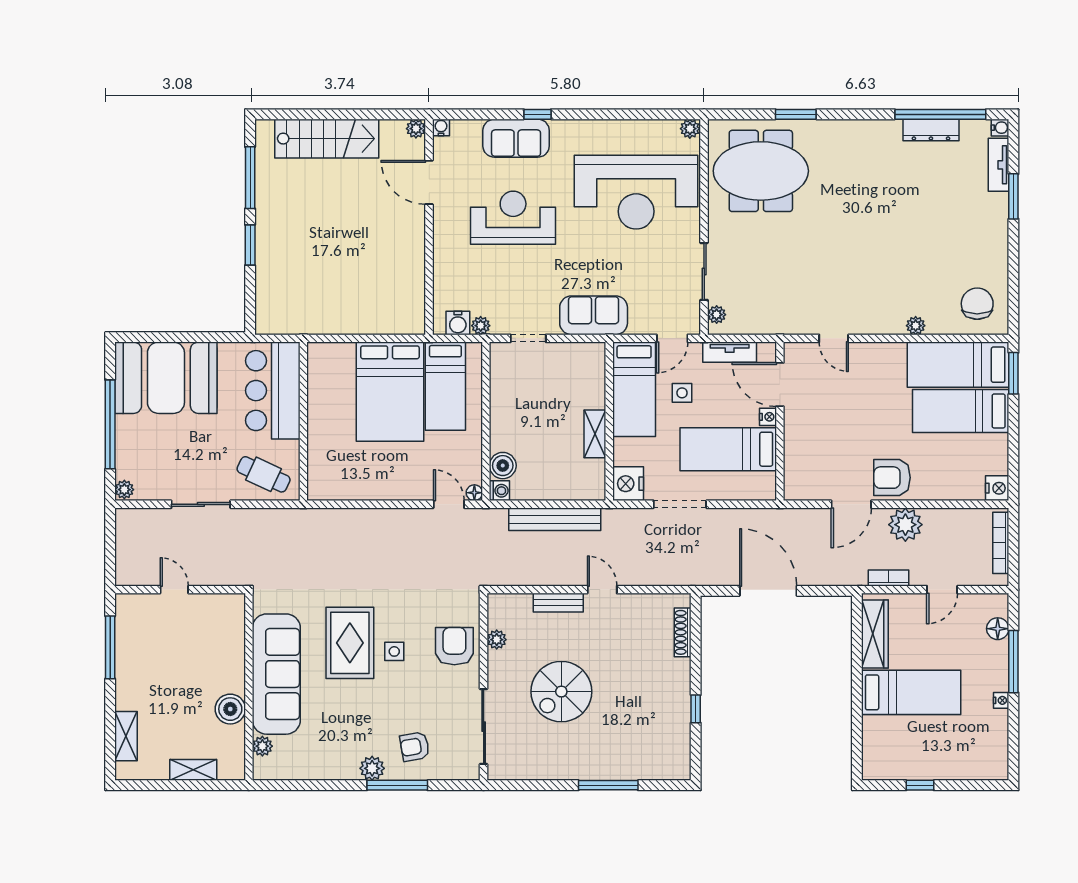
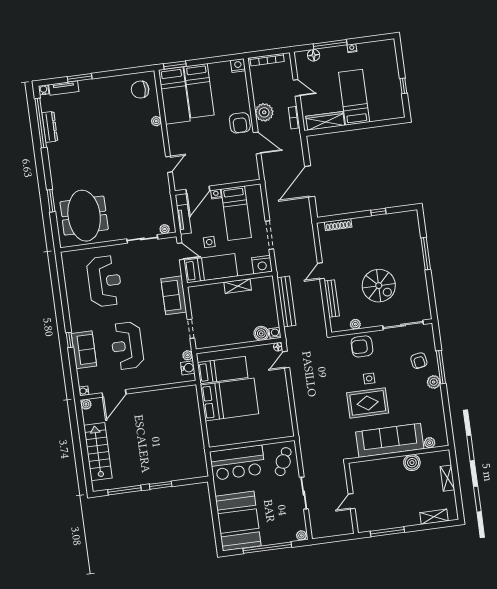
plant: (690, 129) -> (66, 257), removed
reception desk: (636, 192) -> (104, 281), width x0.74, depth x0.77
bench: (558, 603) -> (332, 298), width x1.36

